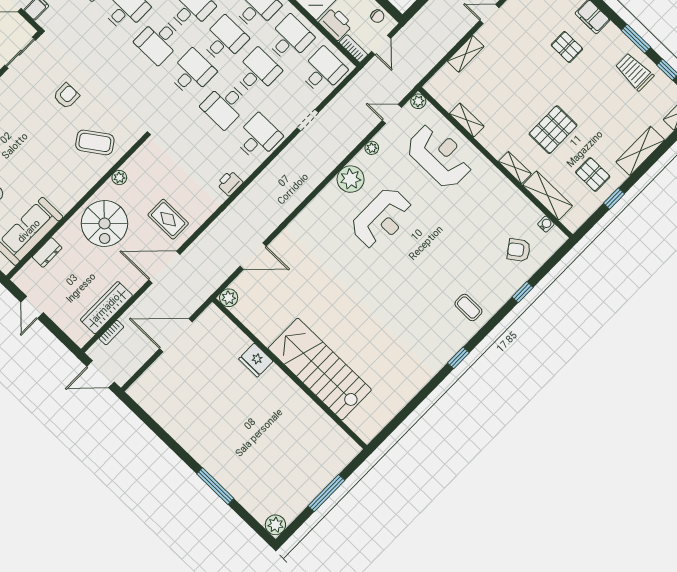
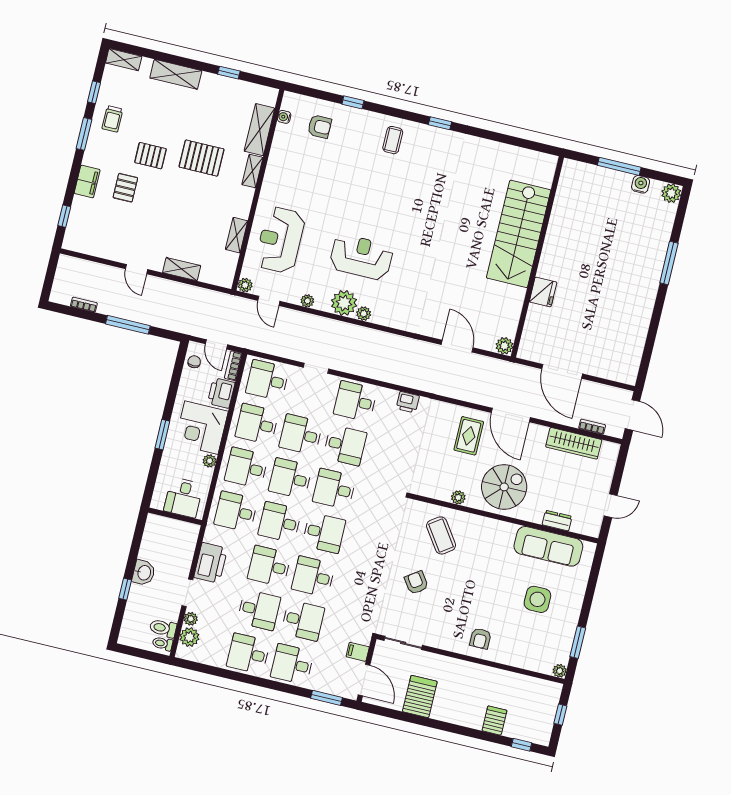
door: (381, 45) -> (216, 344), swing flipped
trolley: (634, 72) -> (112, 119), width x0.73, depth x0.72
armchair: (66, 96) -> (416, 583), turned 55
pallet: (593, 174) -> (150, 156), moved, turned 90
plant: (331, 191) -> (364, 314), added
armchair: (519, 250) -> (320, 127), turned -54
water cooler: (299, 503) -> (641, 184), added

